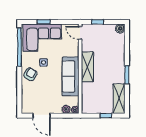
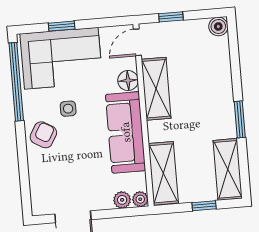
door: (80, 33) -> (137, 42), hinge flipped
floor lamp: (74, 51) -> (128, 81), added
shelving: (87, 67) -> (156, 89), moved
shelving: (87, 98) -> (163, 173), added

